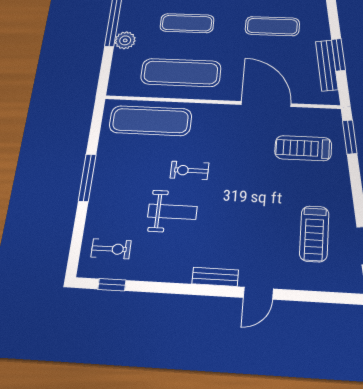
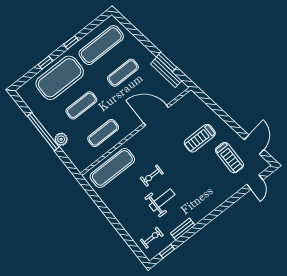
exercise mat: (181, 73) -> (103, 133), width x0.73, depth x0.69
window: (350, 137) -> (207, 100), removed
treadmill: (303, 148) -> (200, 138), moved
window: (87, 178) -> (111, 217), removed
bench: (215, 277) -> (183, 229), moved
door: (258, 293) -> (255, 182), moved

